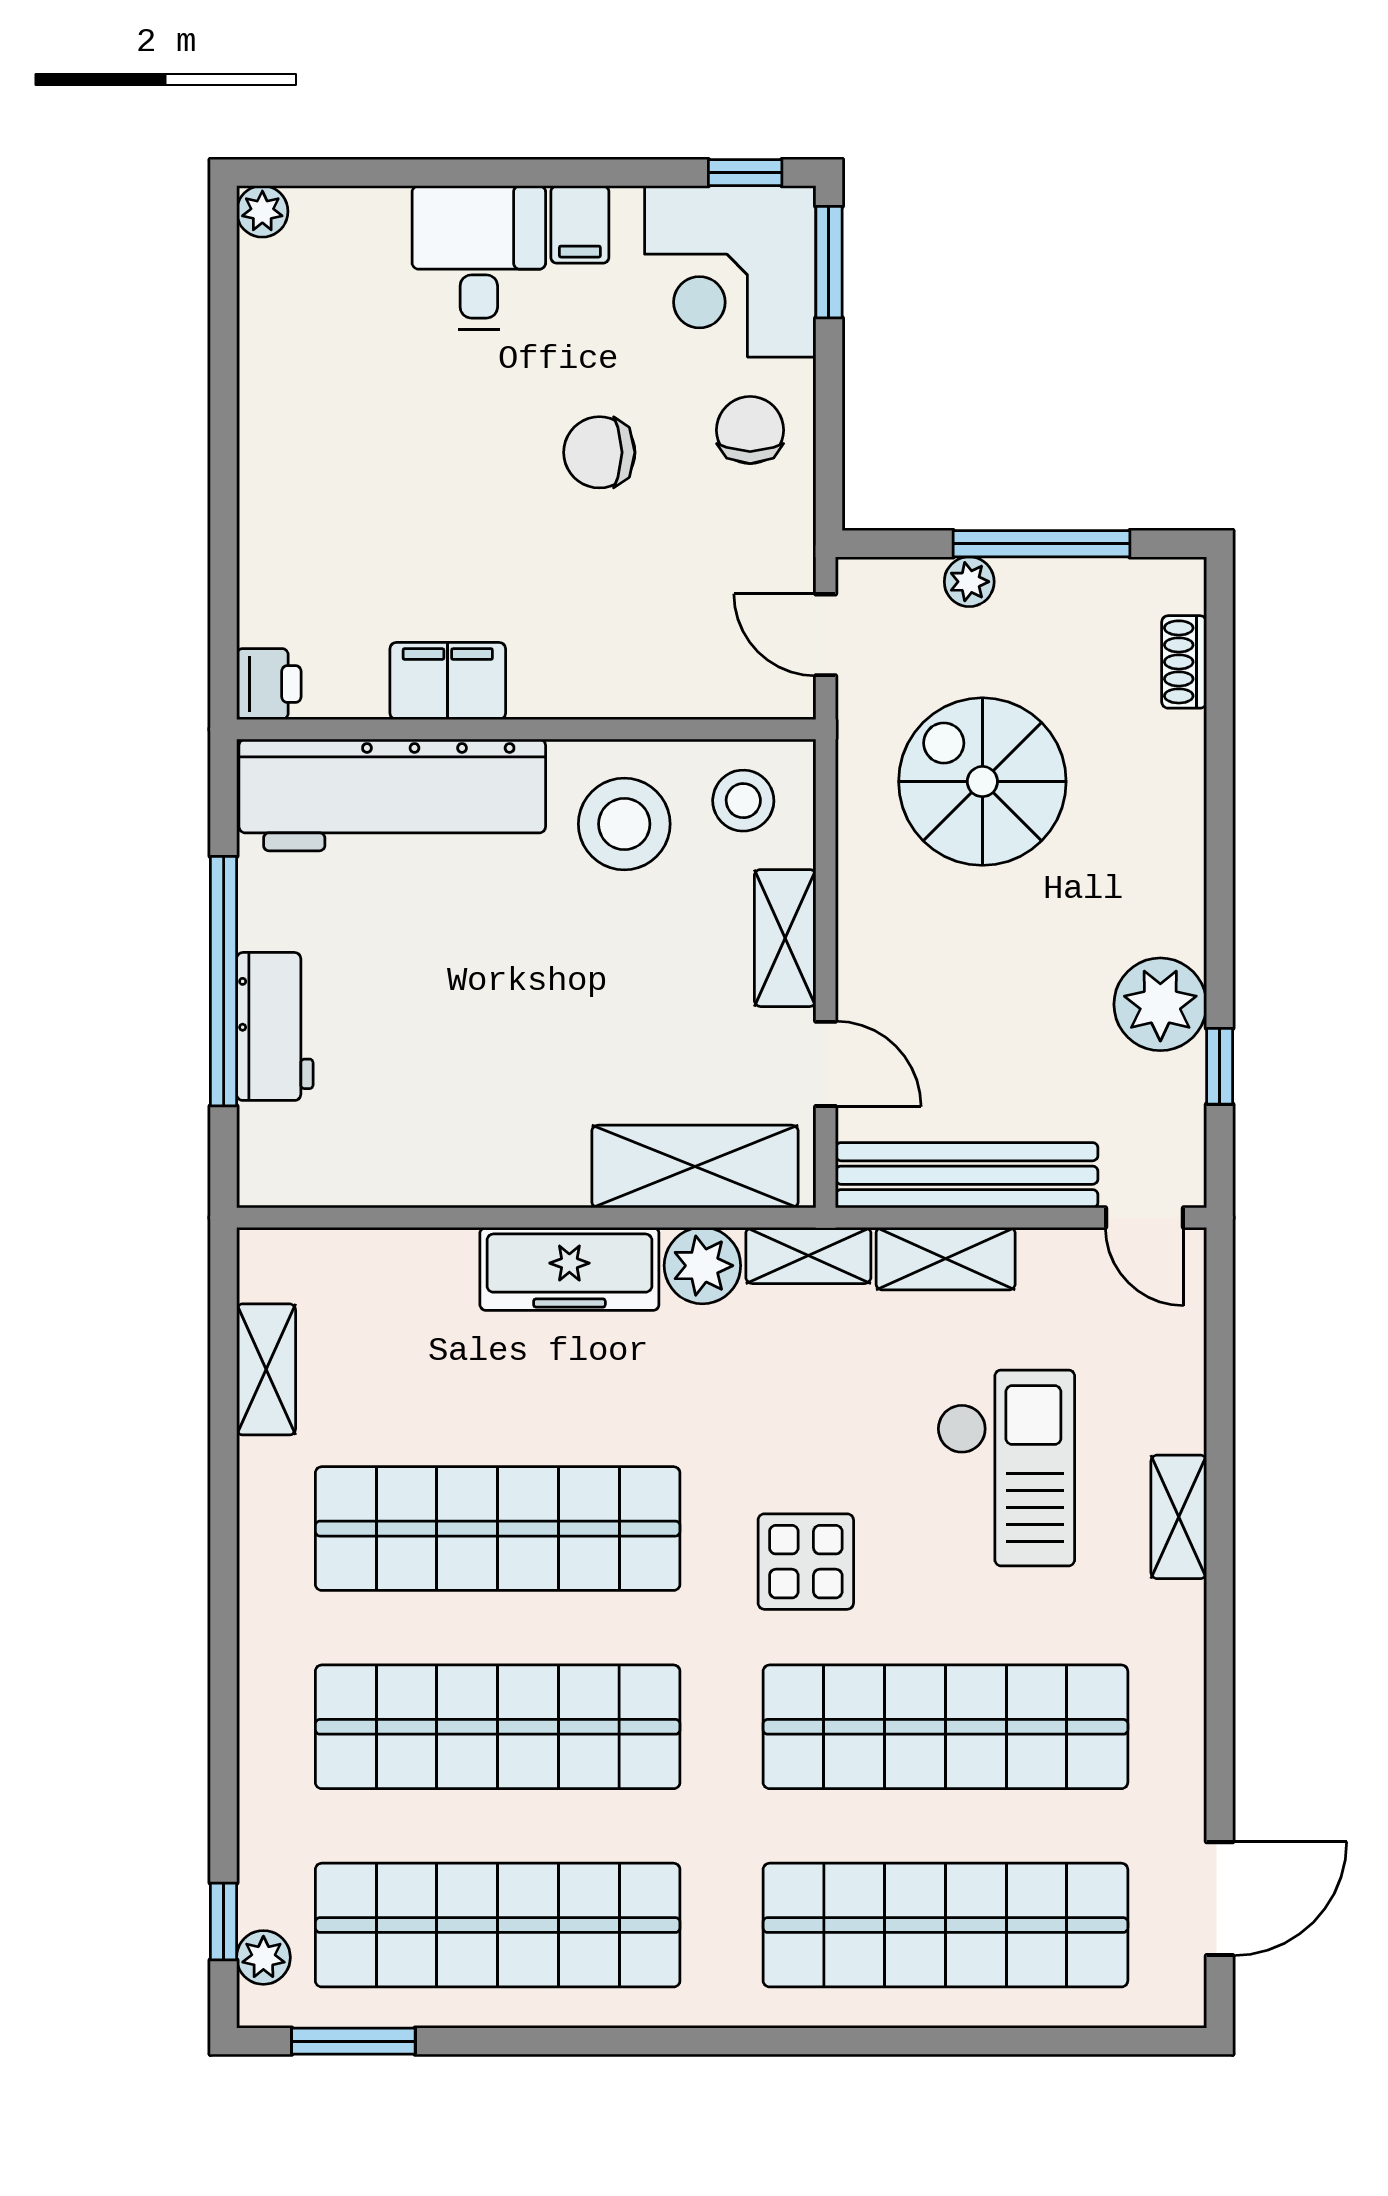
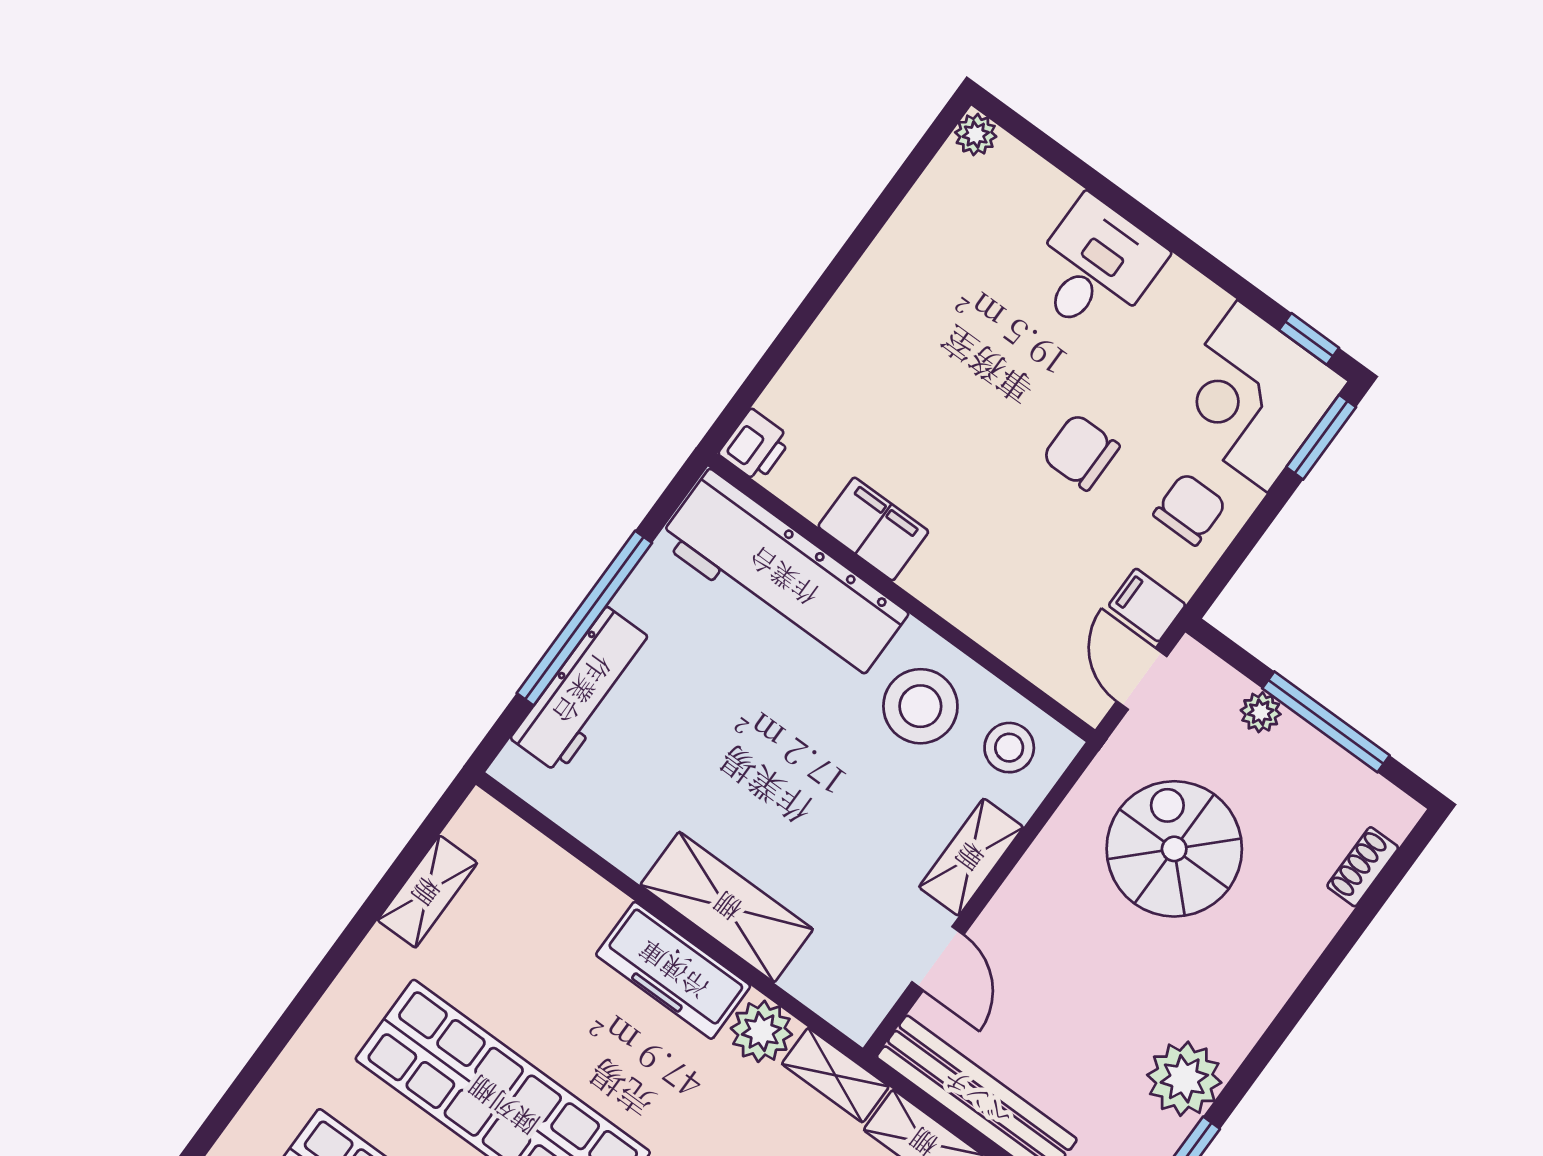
filing cabinet: (580, 224) -> (1147, 605), moved, turned 90
workbench: (275, 1026) -> (583, 690), width x1.38
shelving: (695, 1167) -> (727, 907), moved

